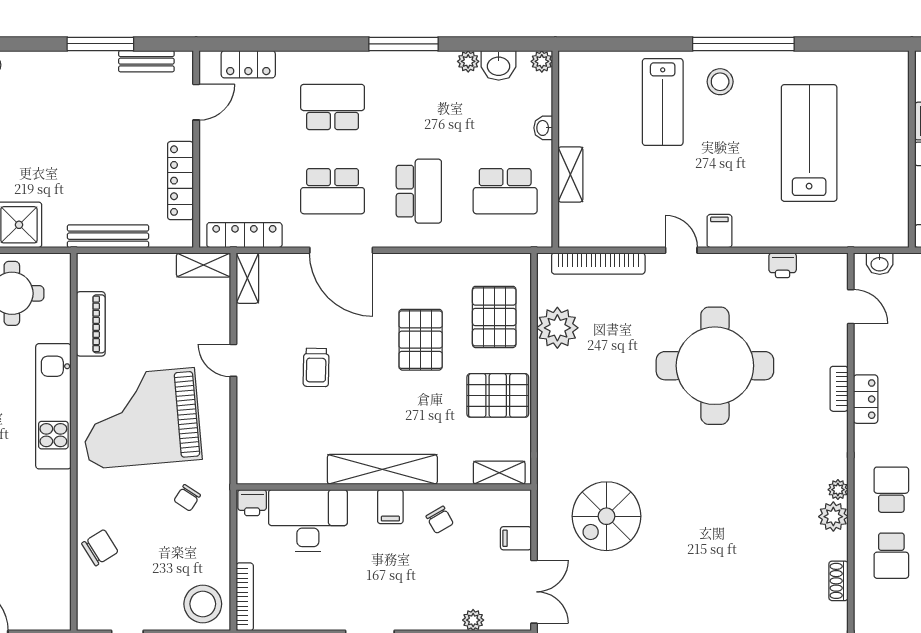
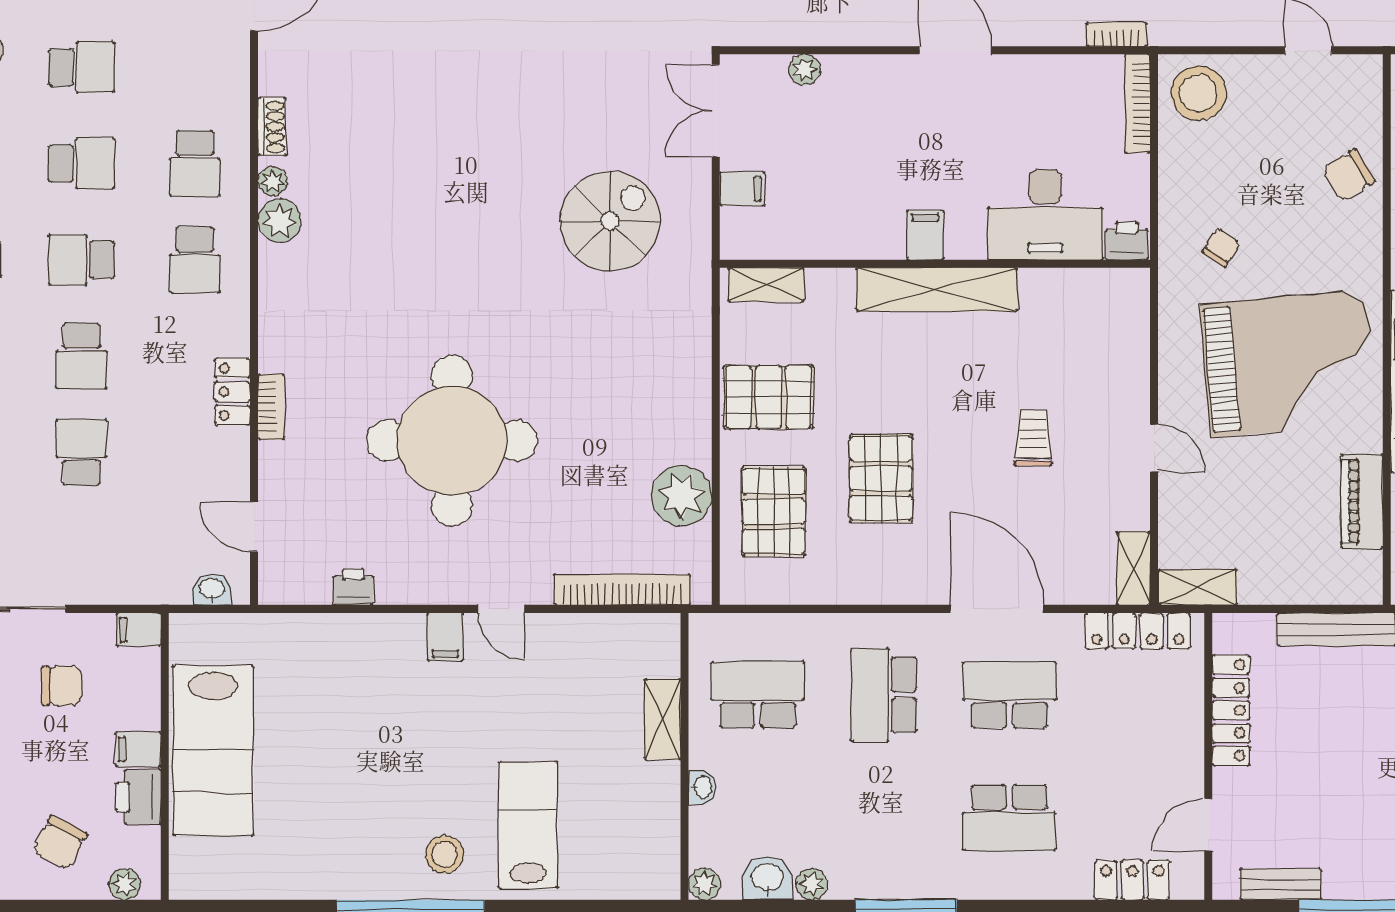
lab bench: (809, 143) -> (213, 750), moved
plant: (838, 490) -> (273, 181), moved
chair: (440, 520) -> (853, 216), removed
school desk: (891, 556) -> (195, 163), turned 180

